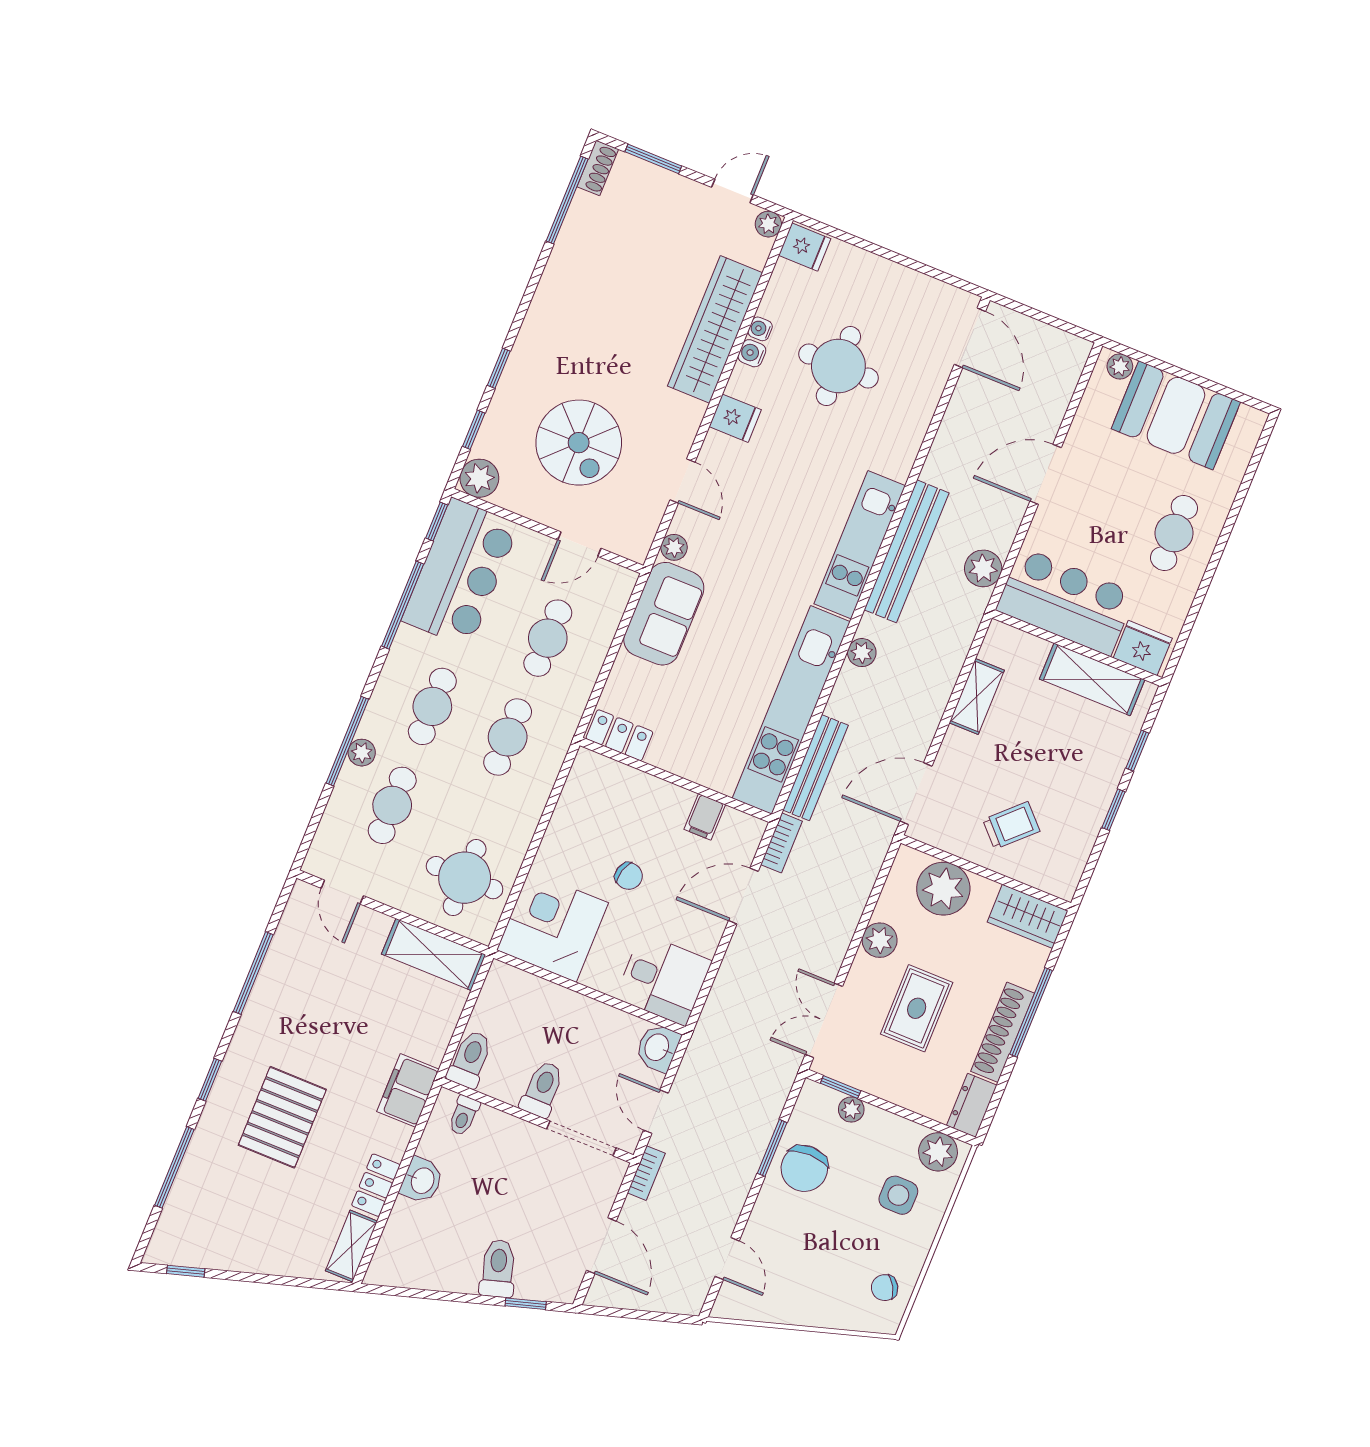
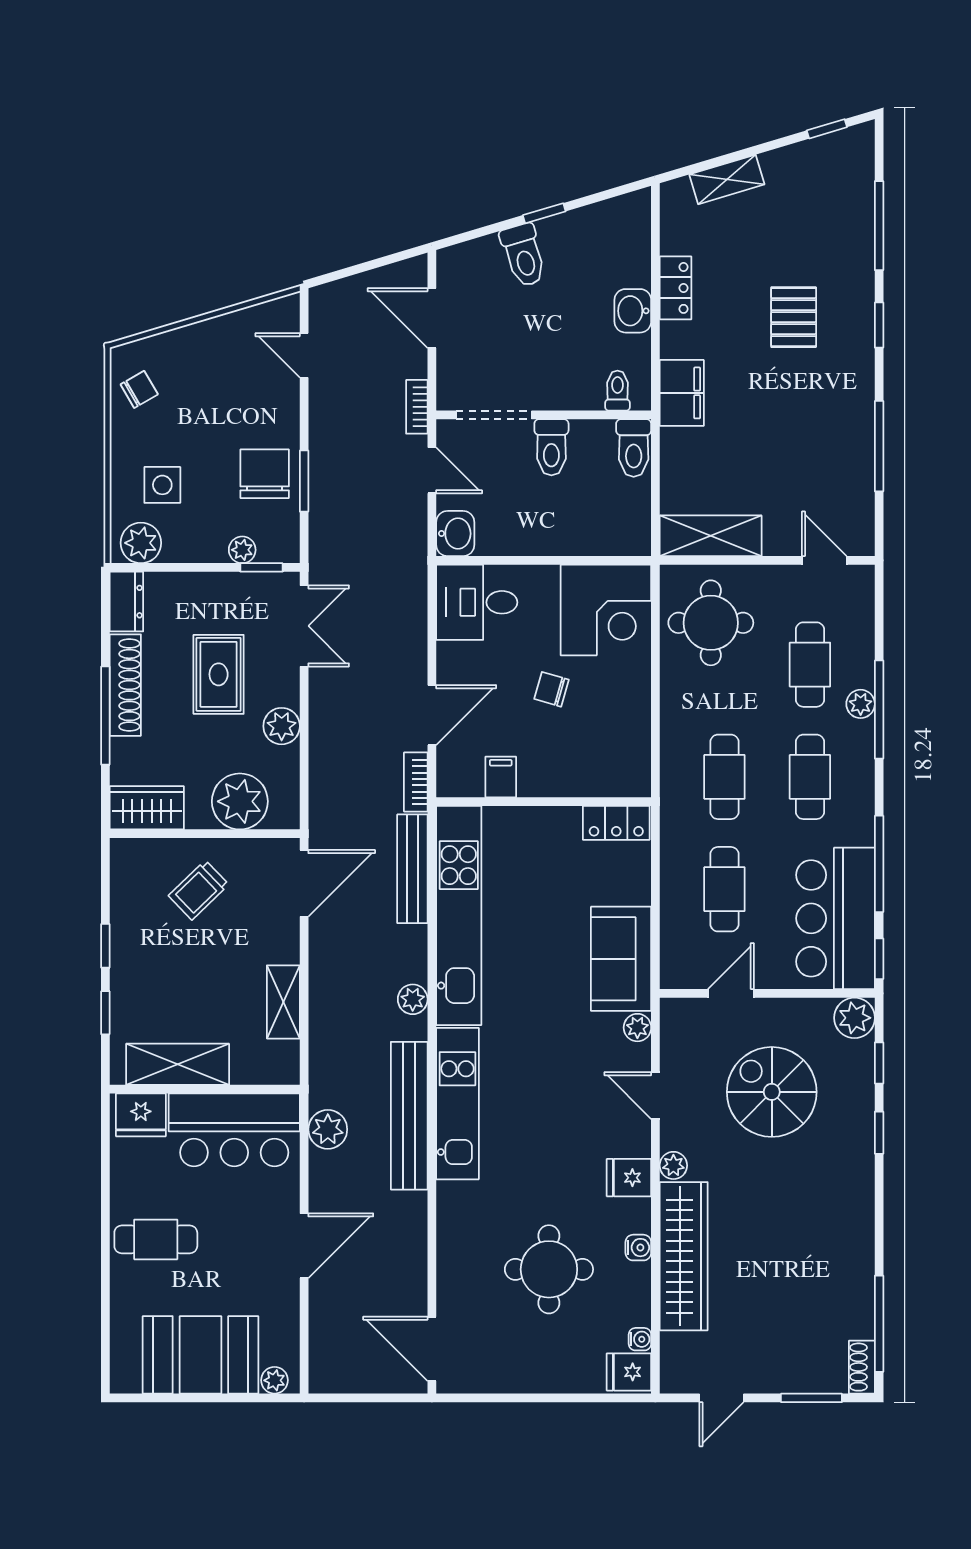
plant: (768, 224) -> (673, 1165), moved
water cooler: (760, 329) -> (640, 1339), moved
cafe table: (1174, 533) -> (156, 1239), turned 90
pallet: (282, 1117) -> (794, 317), width x0.67, depth x0.71
shelving: (351, 1246) -> (727, 179), moved, turned 73
window: (526, 1304) -> (544, 213), moved

